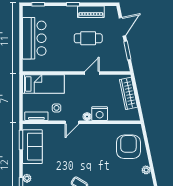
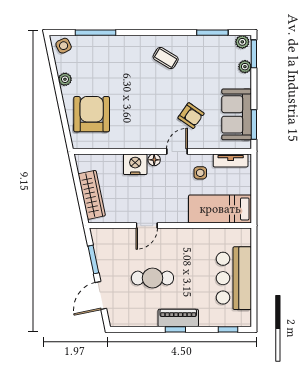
piano: (91, 12) -> (178, 318), moved
armchair: (63, 146) -> (191, 116), added
armchair: (128, 147) -> (92, 114), turned 180

